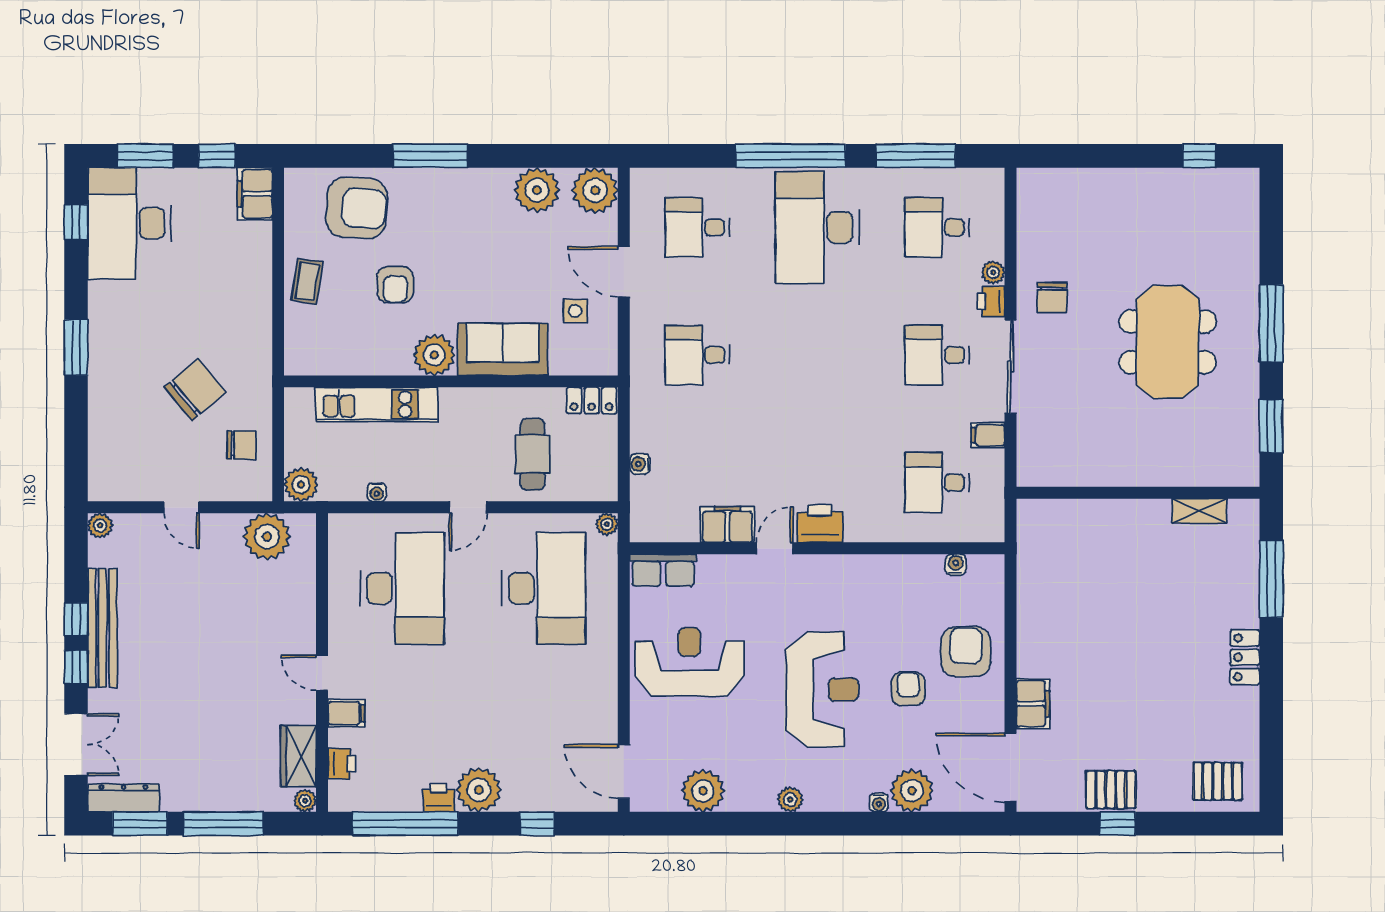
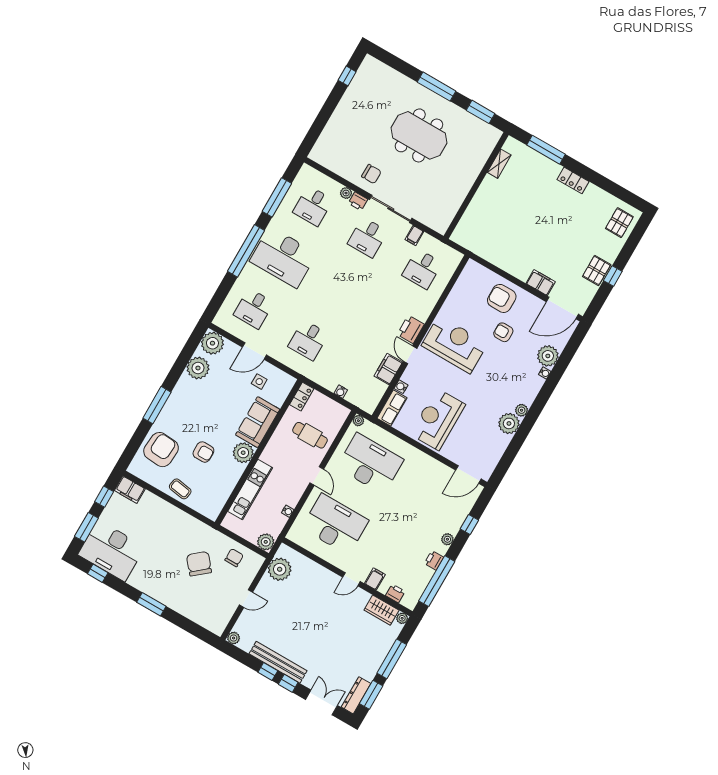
water cooler: (956, 565) -> (401, 387), moved
reception desk: (822, 690) -> (454, 344), moved
plant: (479, 790) -> (447, 539), width x0.53, depth x0.53
plant: (703, 791) -> (509, 423), moved

